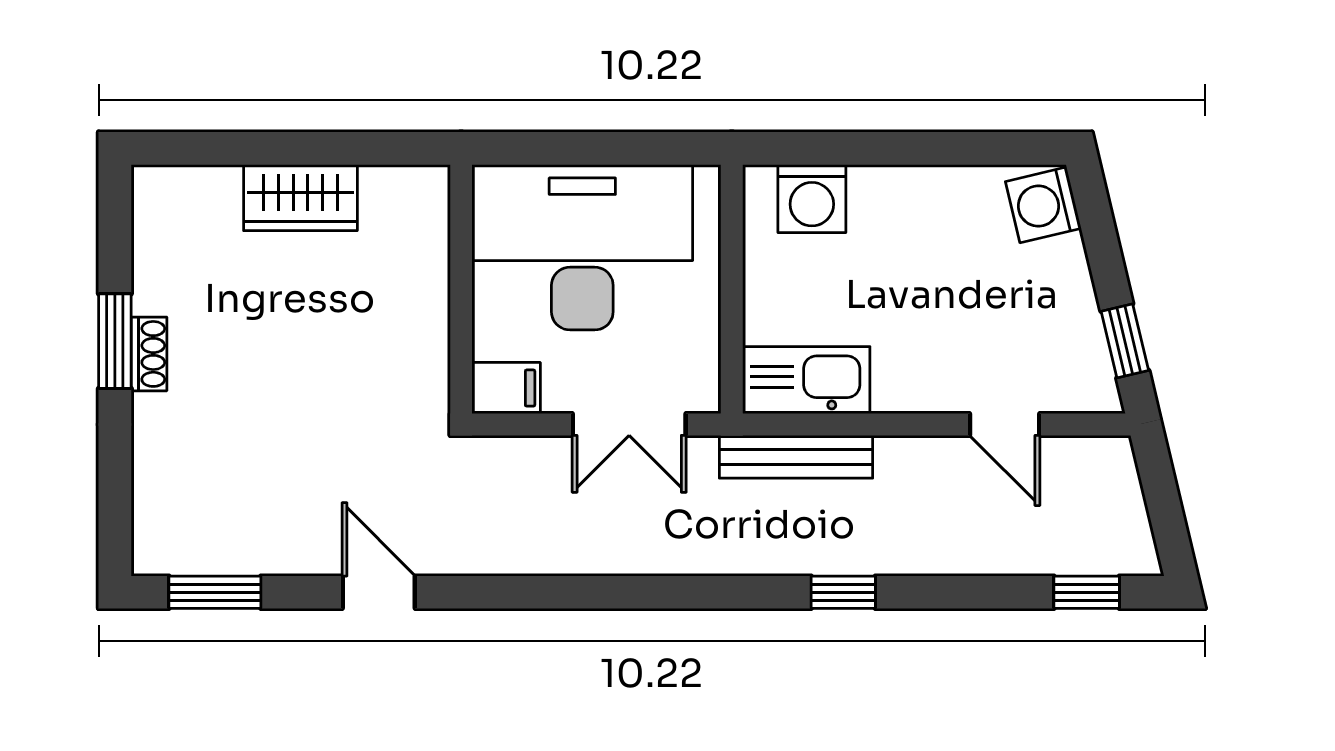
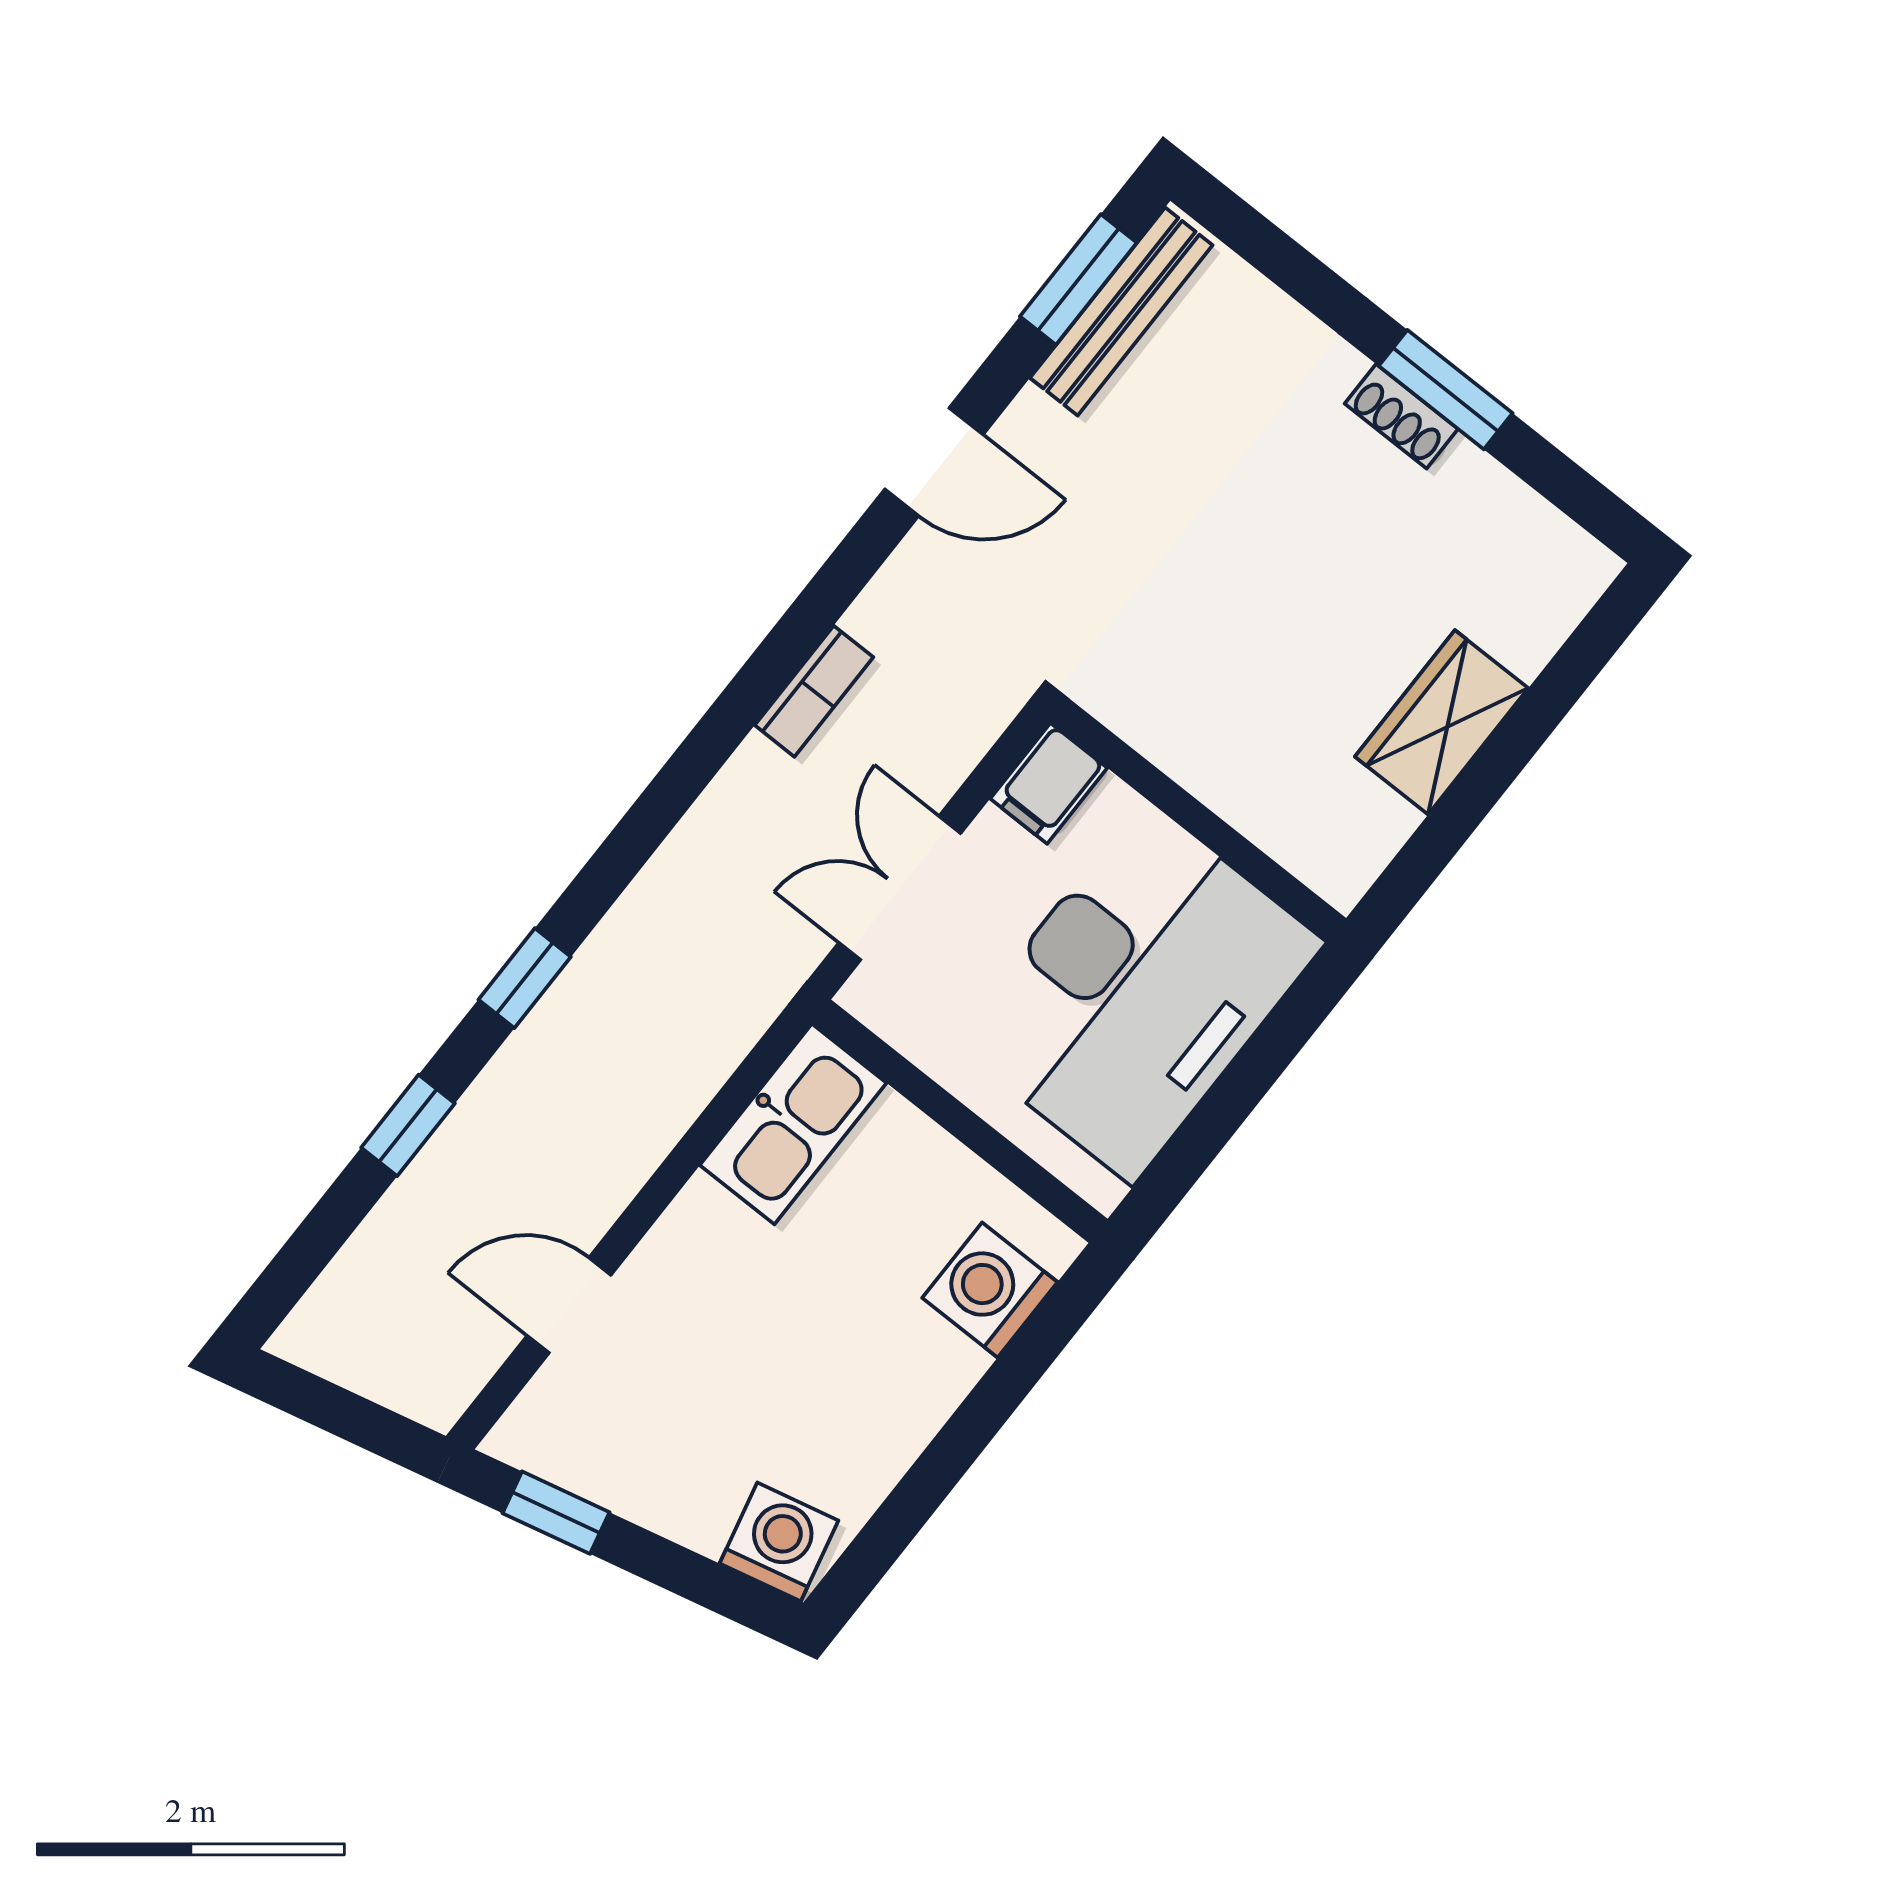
bench: (796, 457) -> (1121, 311), moved
bookcase: (558, 558) -> (814, 691), added
window: (1087, 592) -> (408, 1125), moved

